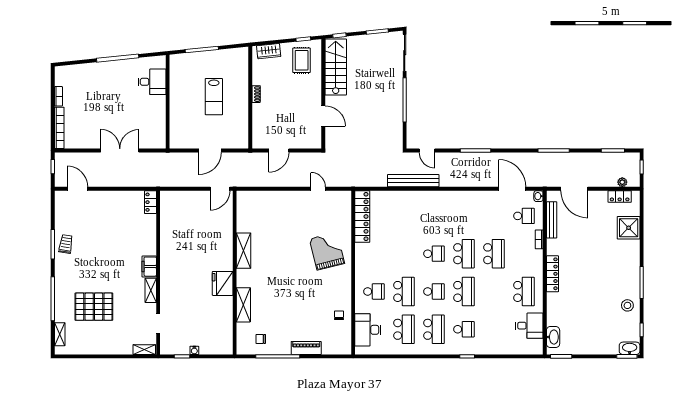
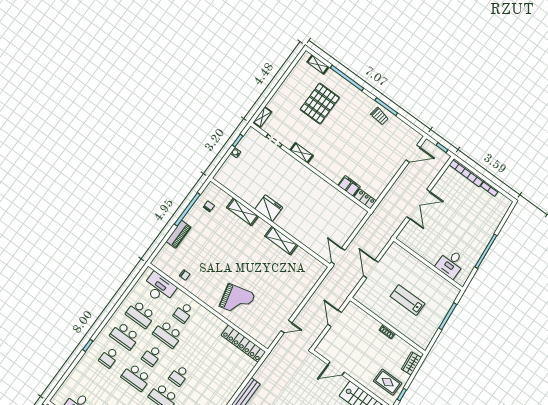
filing cabinet: (149, 267) -> (349, 186), moved

